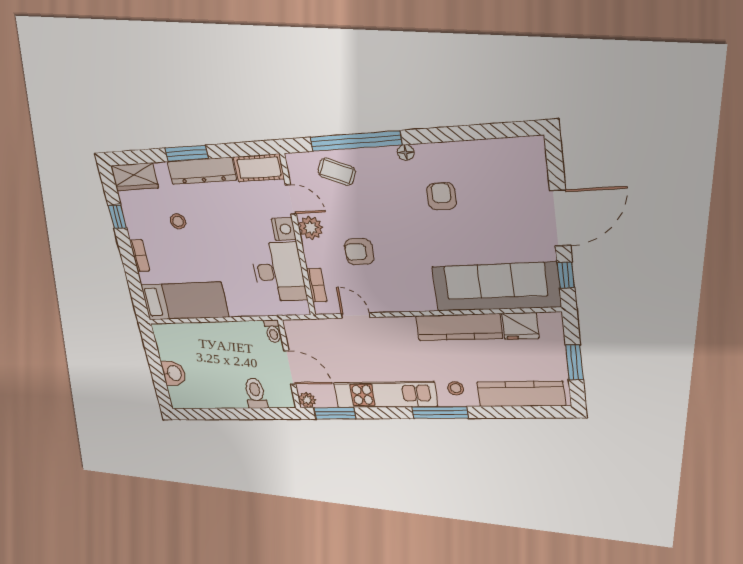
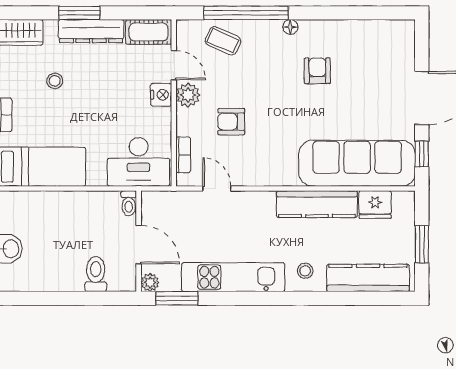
desk: (279, 272) -> (139, 162), moved, turned 90
window: (440, 413) -> (286, 298), removed

